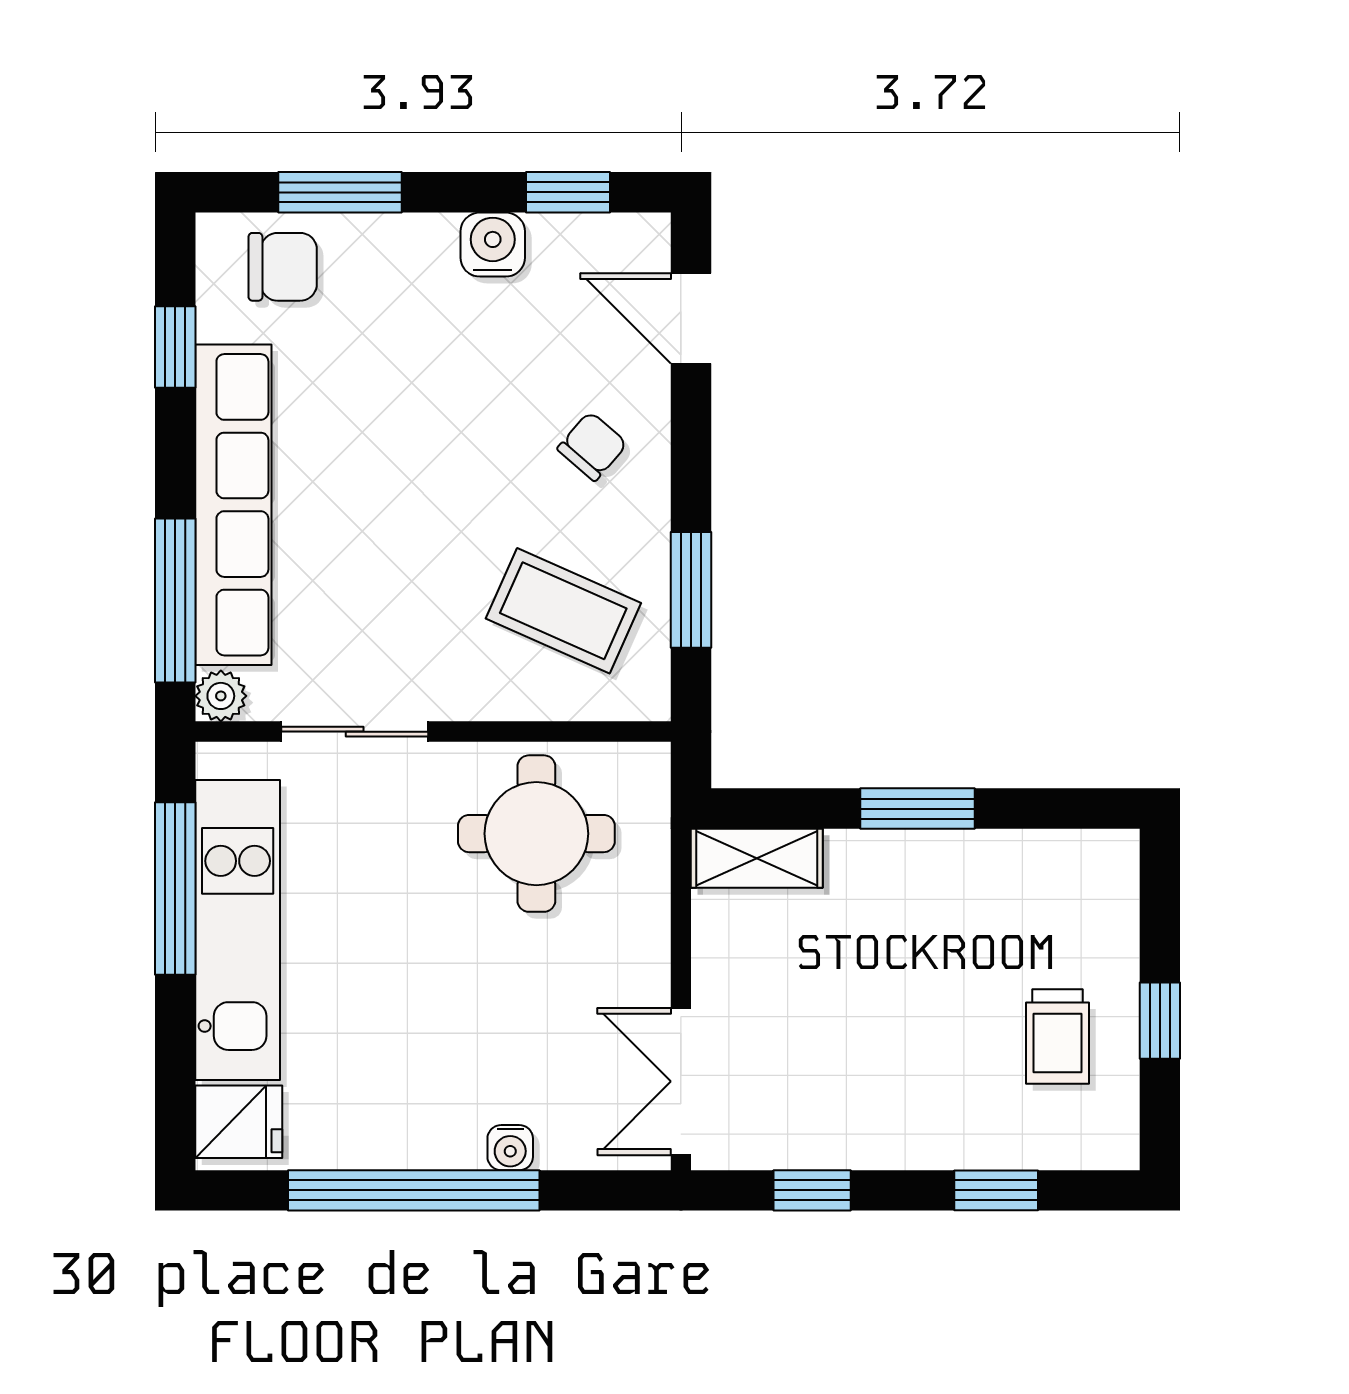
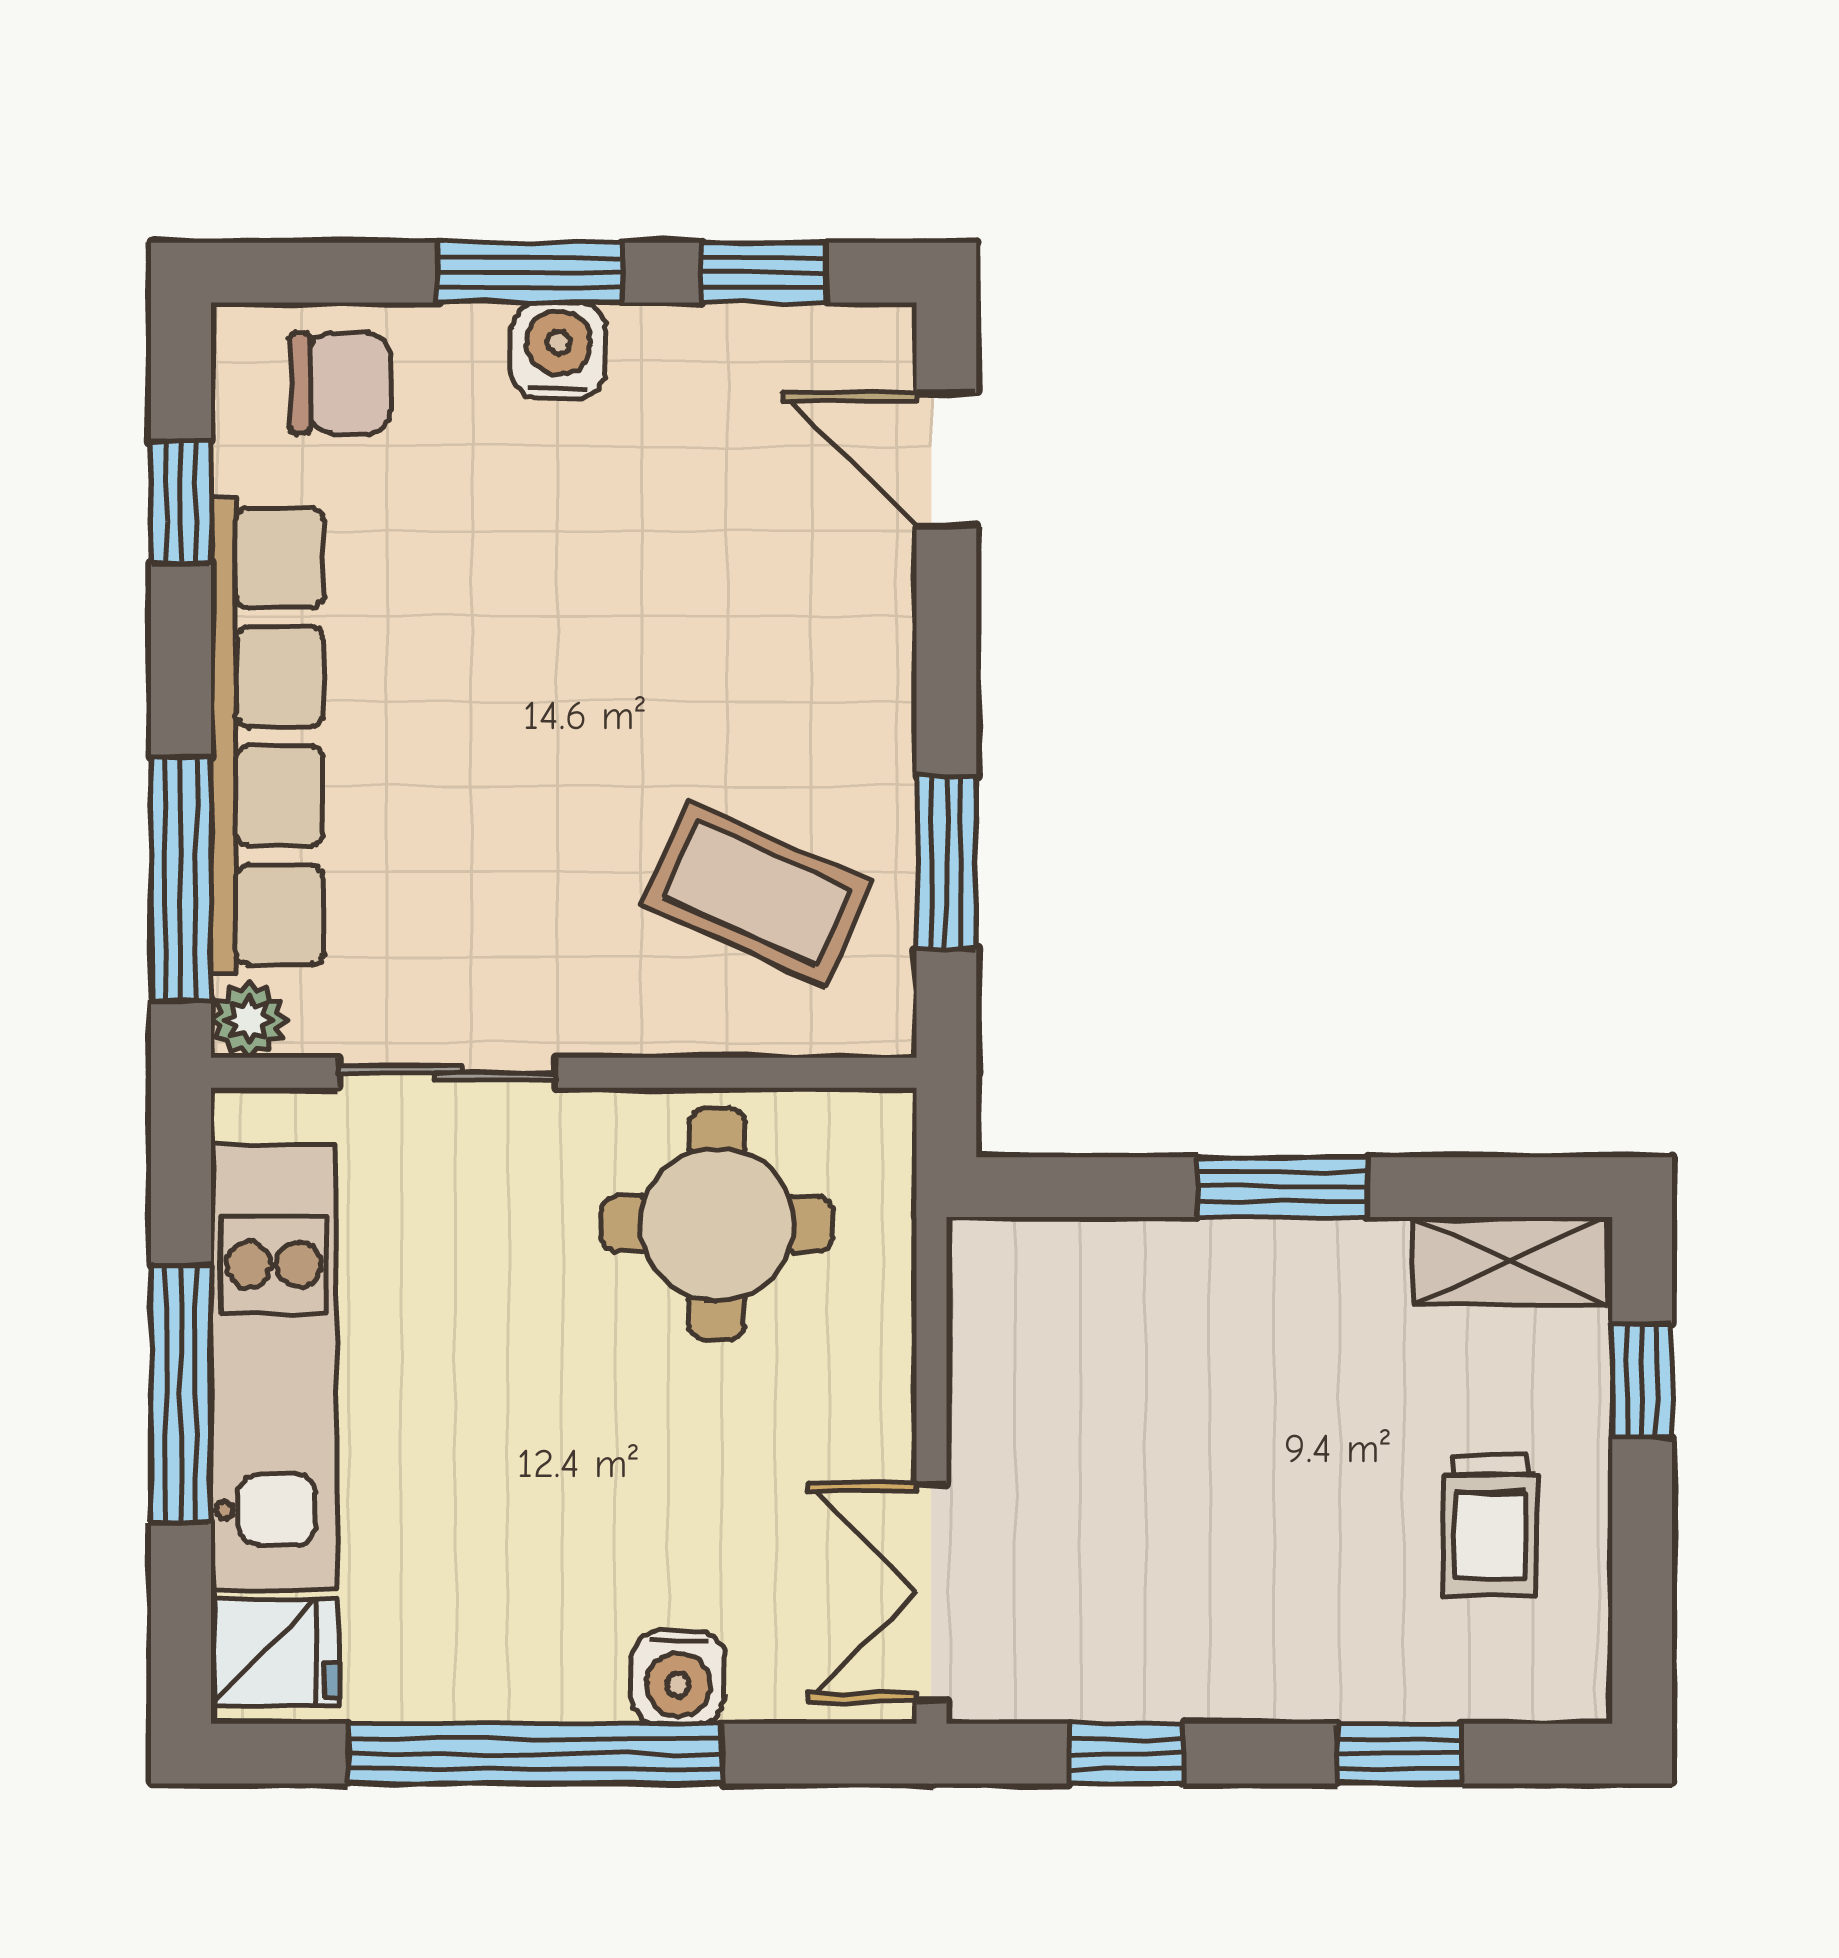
window: (340, 192) -> (530, 273), moved
water cooler: (493, 245) -> (558, 350), moved
chair: (592, 446) -> (800, 649), removed
shelving: (757, 858) -> (1510, 1261), moved
window: (175, 888) -> (181, 1393), moved
window: (1160, 1021) -> (1642, 1381), moved
water cooler: (510, 1148) -> (678, 1677), width x1.38, depth x1.38

